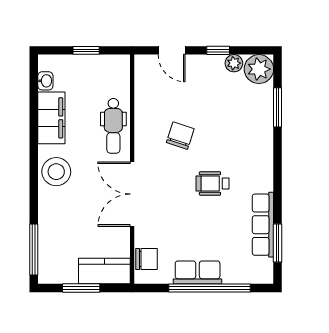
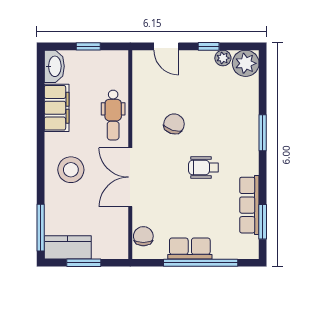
washbasin: (45, 81) -> (54, 66), width x1.91, depth x1.45
window: (278, 107) -> (263, 133), moved
stool: (56, 172) -> (71, 170), moved
chair: (147, 259) -> (143, 236), turned -90
kitchen counter: (104, 271) -> (68, 247), moved

